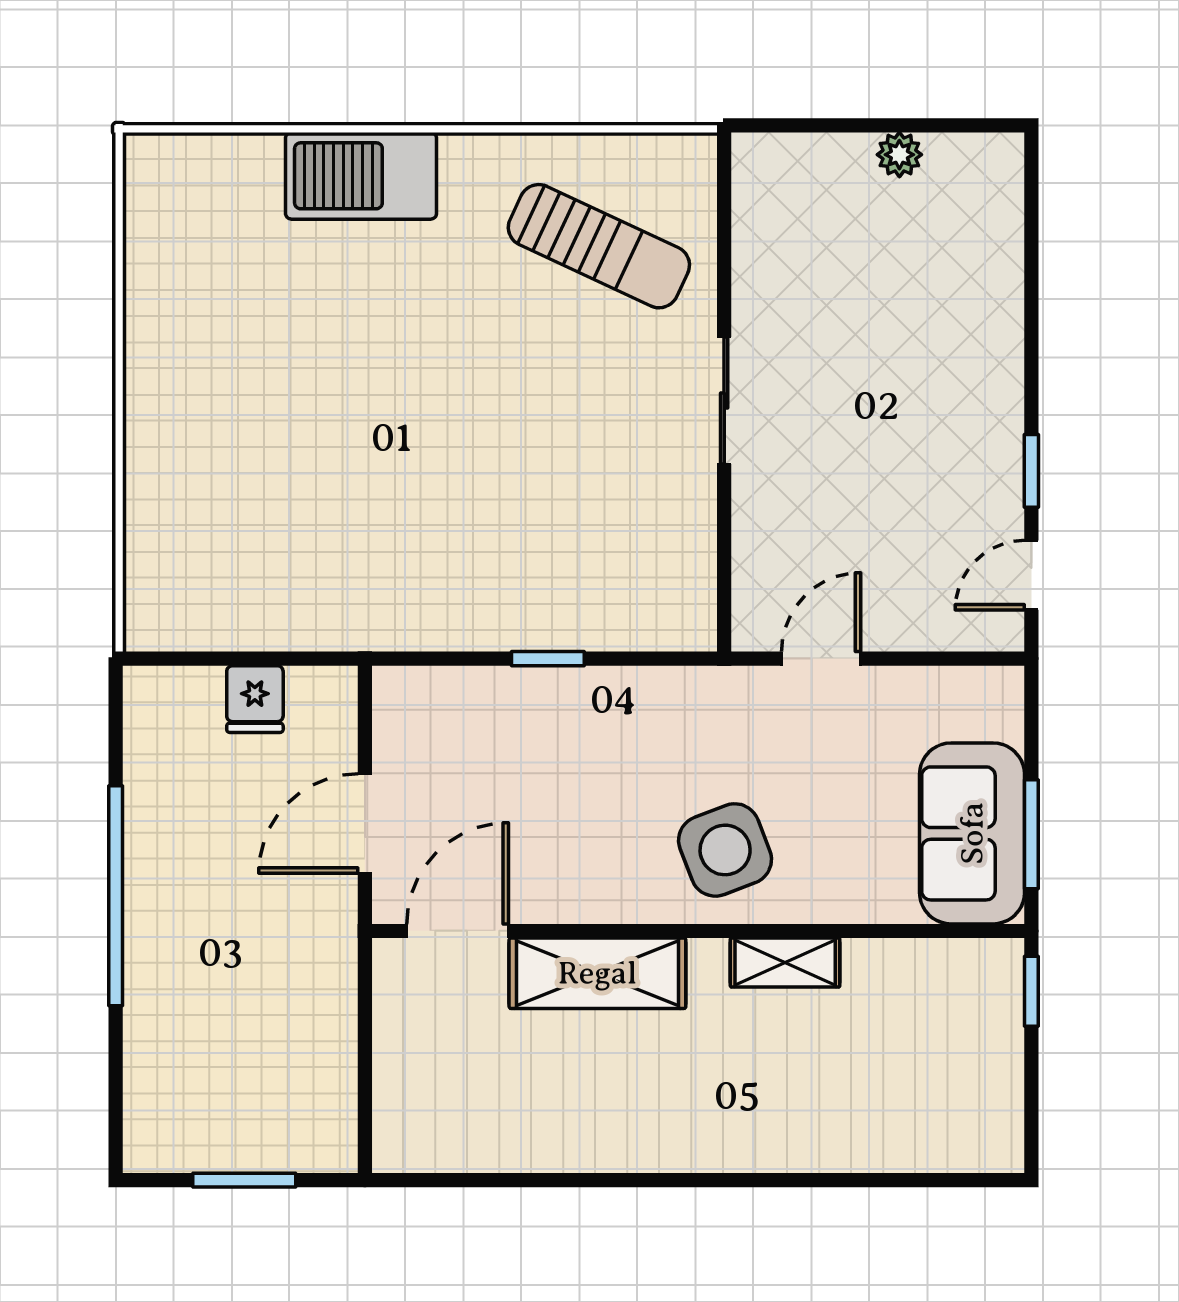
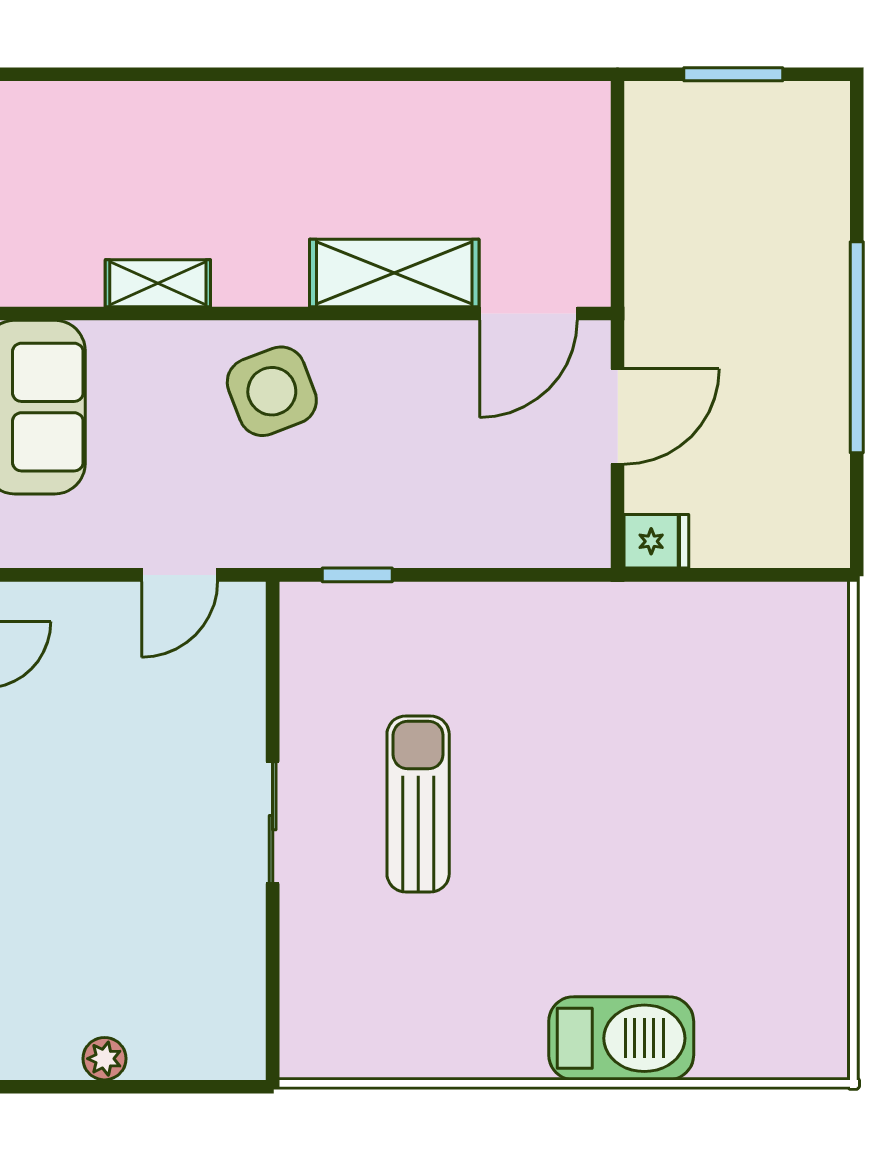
sun lounger: (599, 246) -> (418, 804), moved, turned 65
window: (548, 659) -> (357, 575), moved
fridge: (255, 699) -> (656, 541), moved, turned 90
shelving: (785, 963) -> (158, 283), moved

